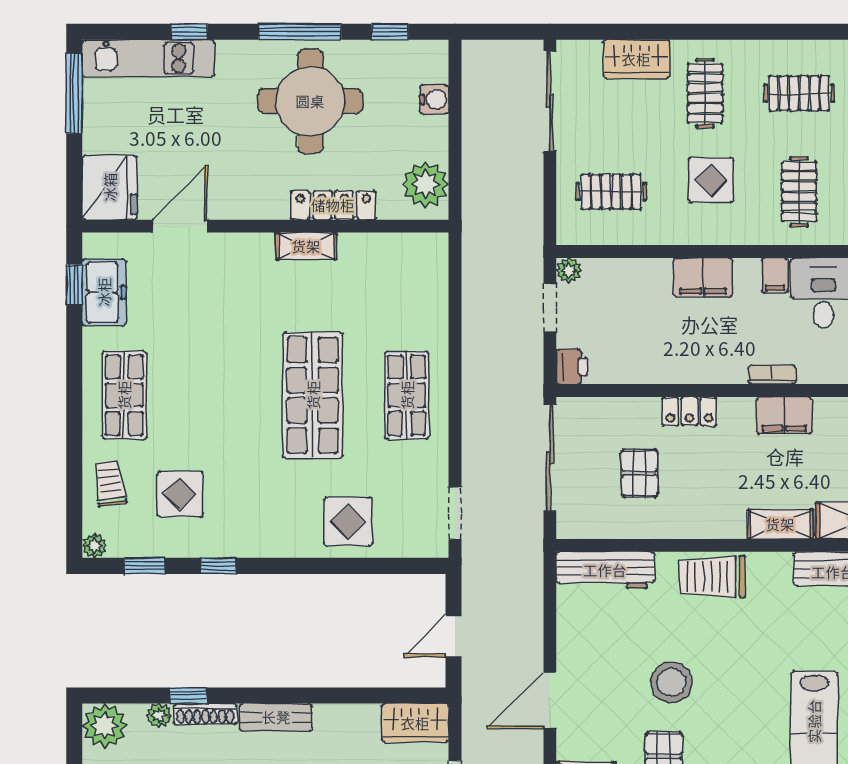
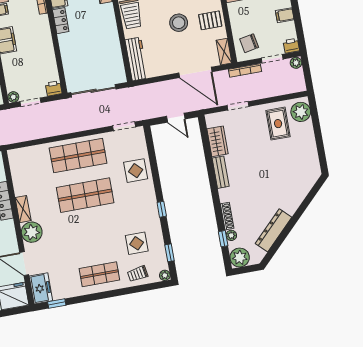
plant: (249, 257) -> (32, 232), added
freezer: (104, 292) -> (41, 288), moved, turned 90
shop shelf: (407, 395) -> (78, 156), width x1.43, depth x1.36
locker: (690, 411) -> (61, 21), moved
pallet: (640, 473) -> (93, 52), removed
window: (218, 566) -> (162, 209), moved
window: (188, 695) -> (223, 239), moved
door: (550, 701) -> (195, 72), width x1.36
bench: (276, 717) -> (221, 172), moved
wardrobe: (415, 723) -> (217, 141), moved

